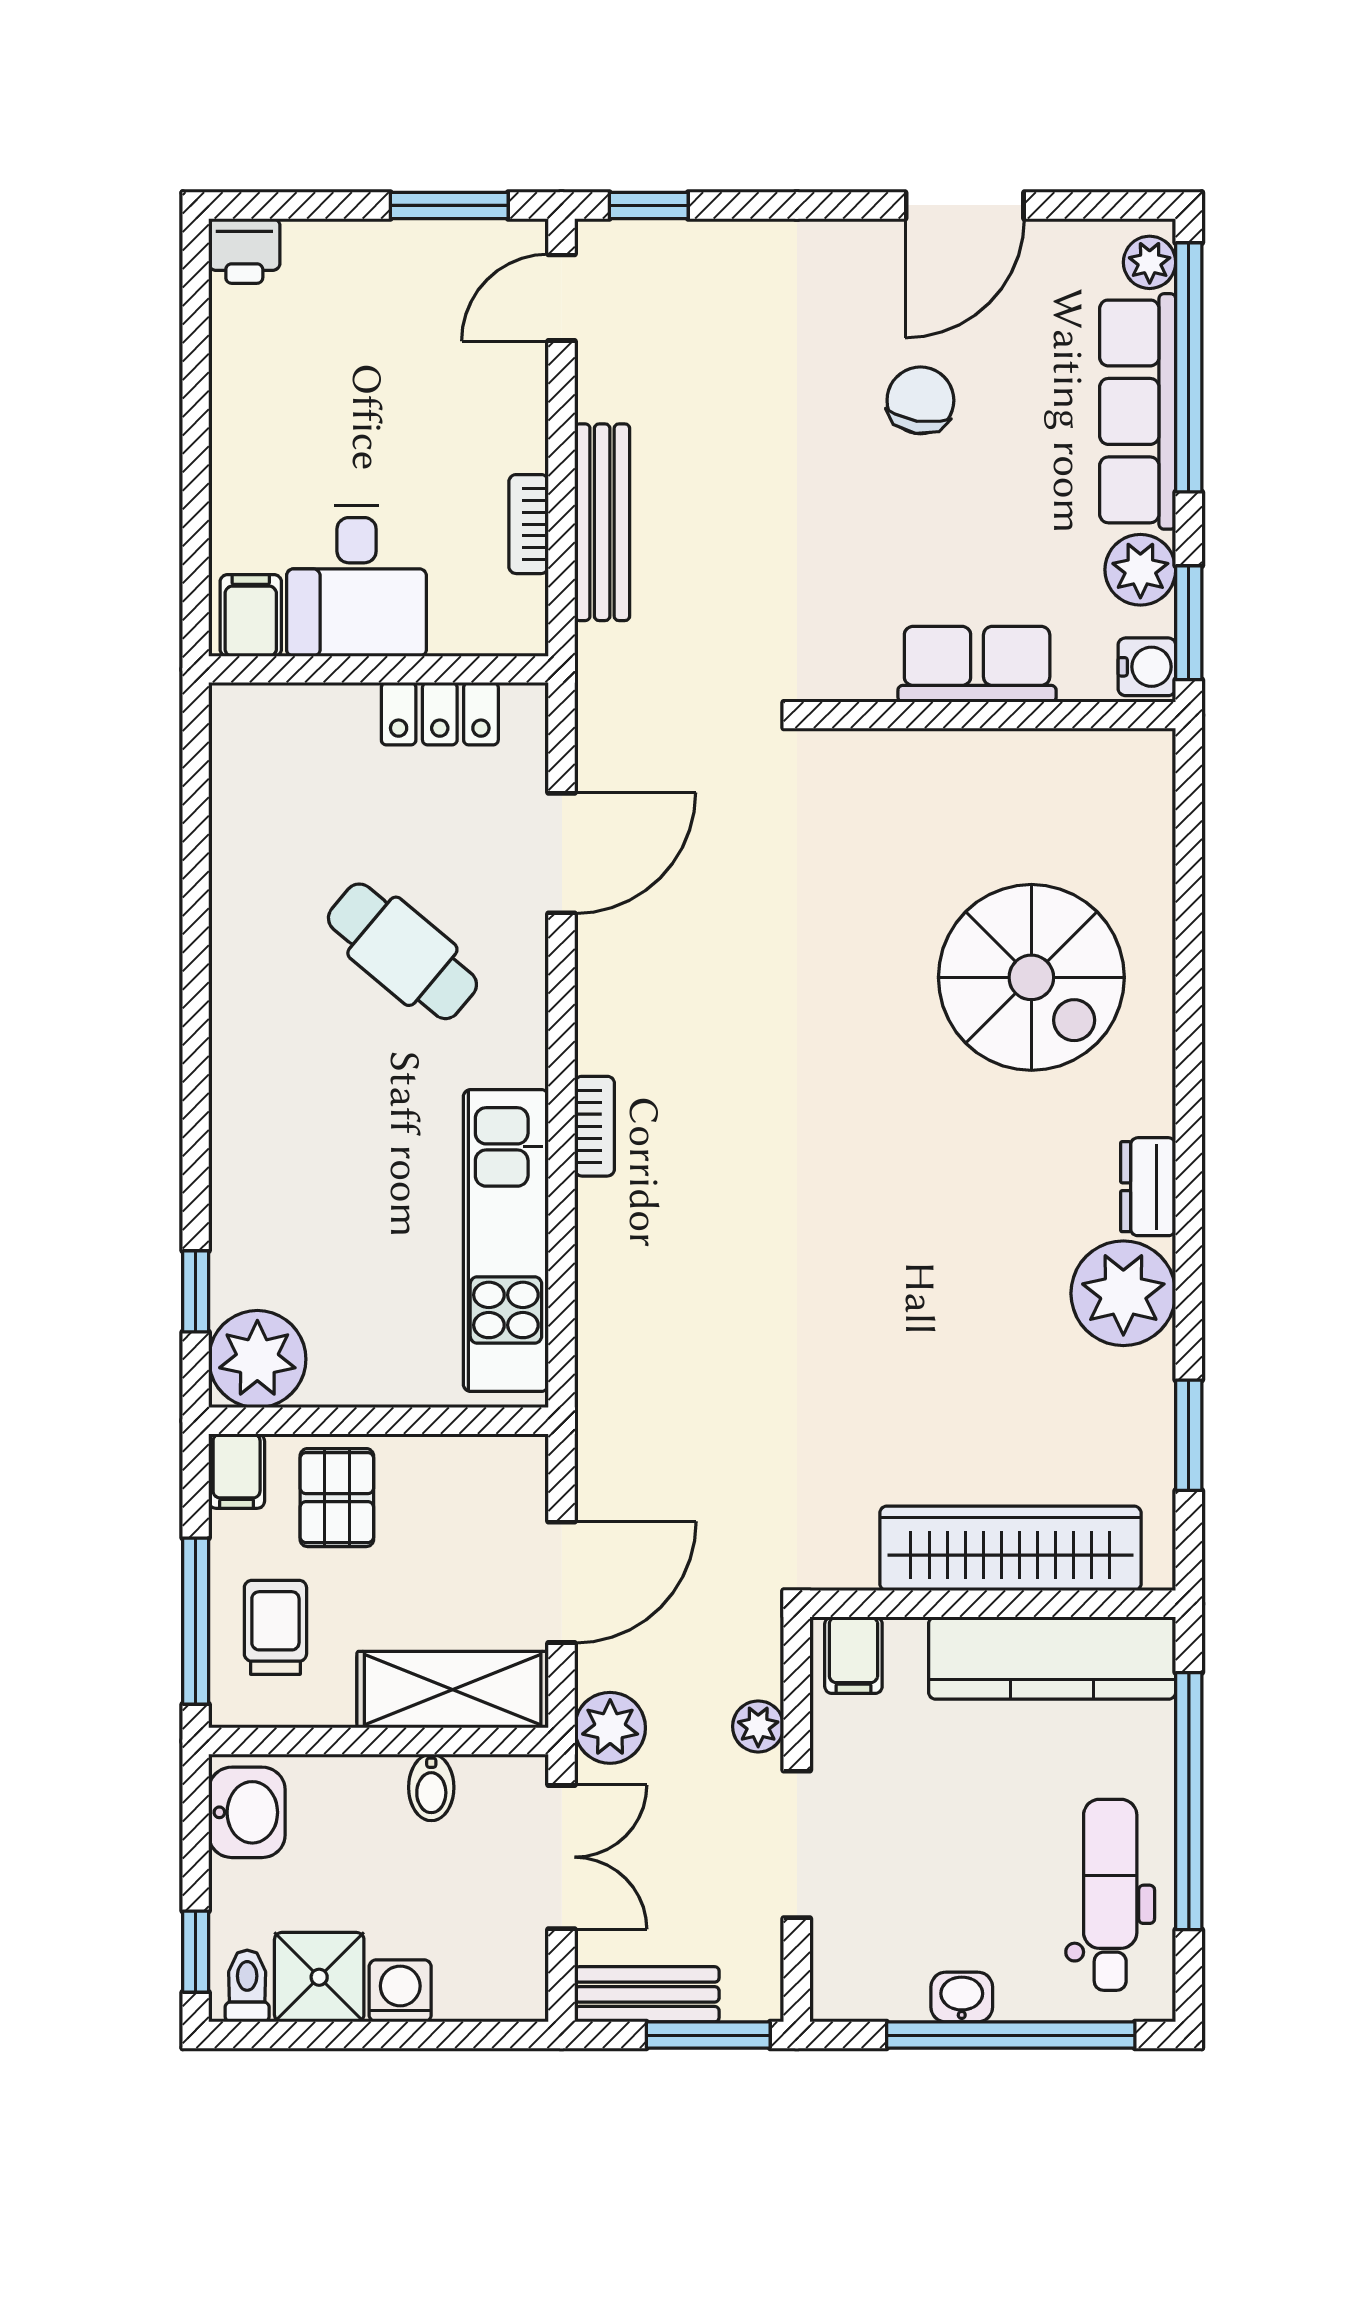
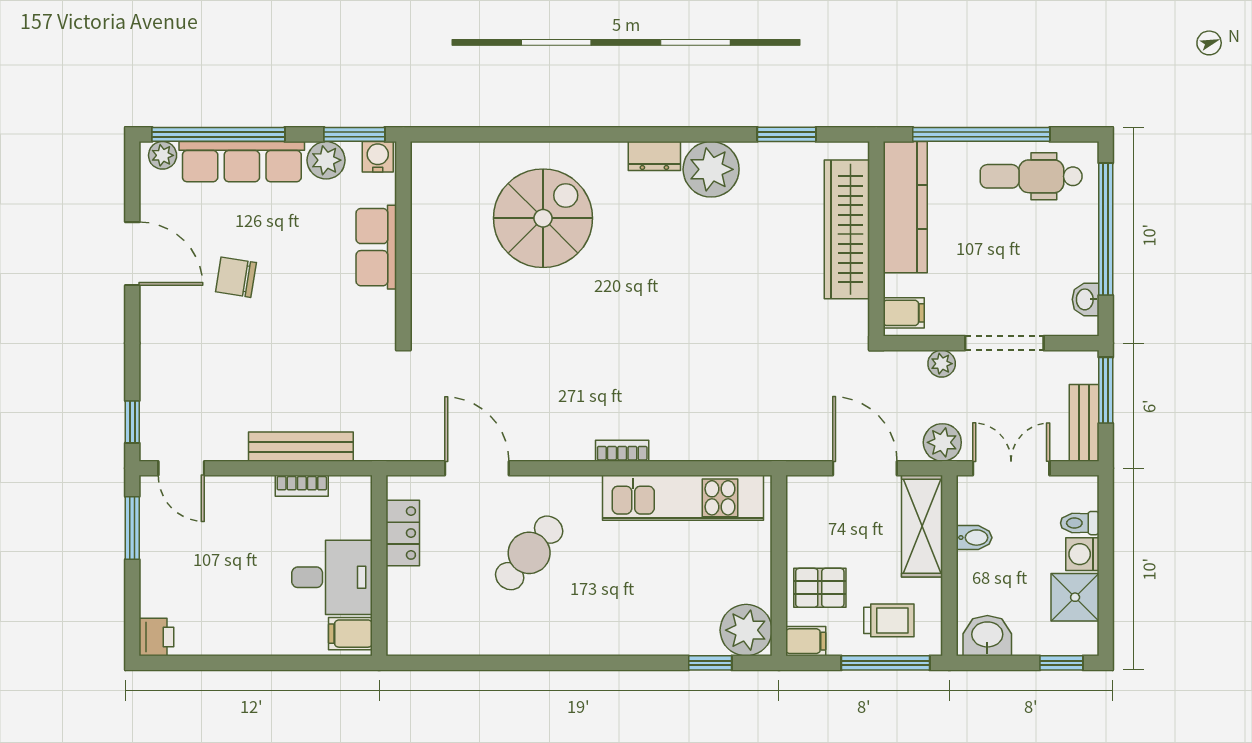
trolley: (275, 1627) -> (889, 620), turned 180
toilet: (247, 1986) -> (1080, 523), moved
washbasin: (962, 1997) -> (1086, 299), moved

